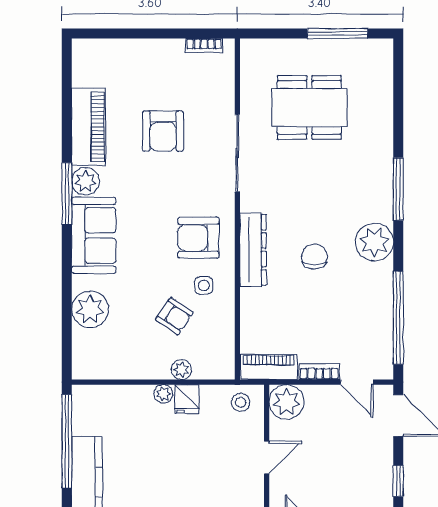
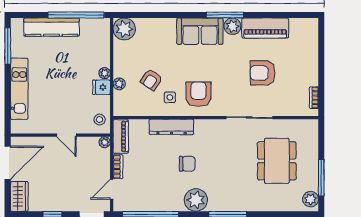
plant: (373, 51) -> (311, 199), added
dresser: (253, 250) -> (171, 127), moved
plant: (90, 309) -> (124, 29), moved
plant: (286, 402) -> (105, 142), width x0.53, depth x0.53

